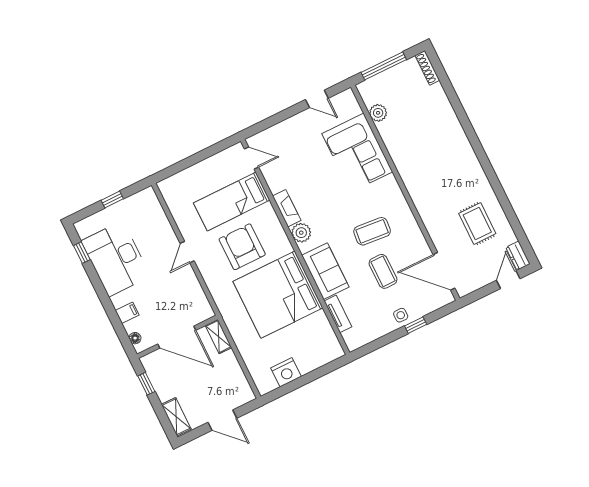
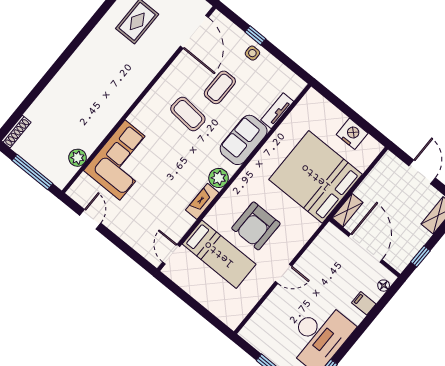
bed: (278, 295) -> (316, 177), moved, turned 180

